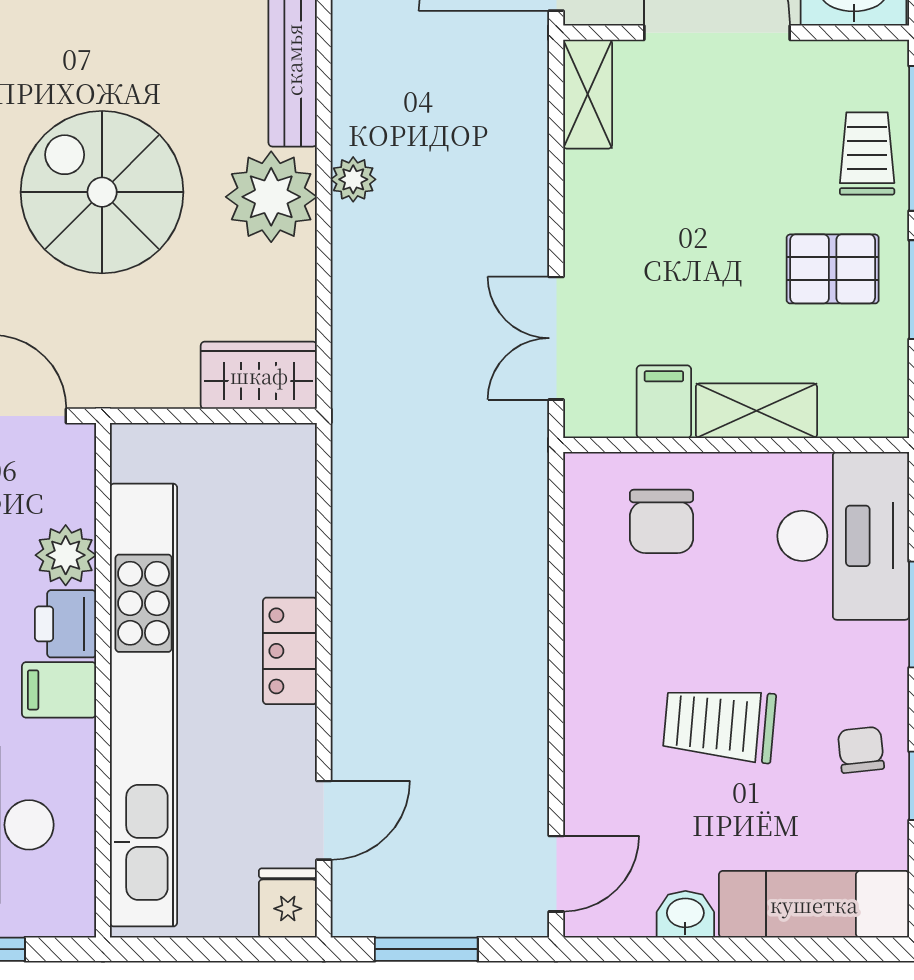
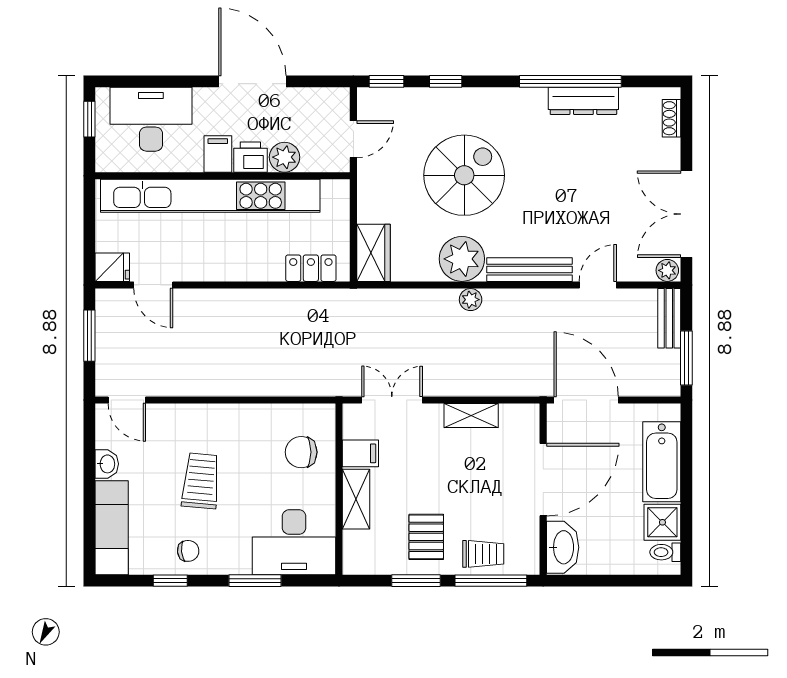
shelving: (588, 94) -> (471, 416), moved
locker: (290, 651) -> (311, 268), moved

